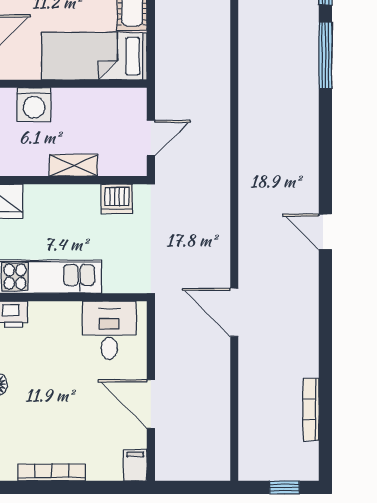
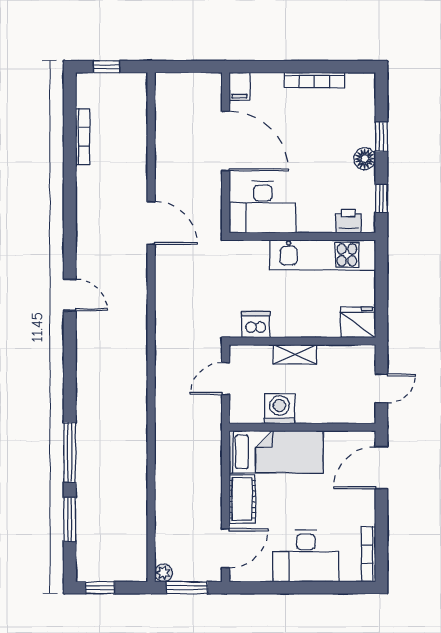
washing machine: (34, 105) -> (279, 408), moved
desk: (109, 330) -> (263, 207), width x1.37
door: (151, 404) -> (226, 141), width x1.36

